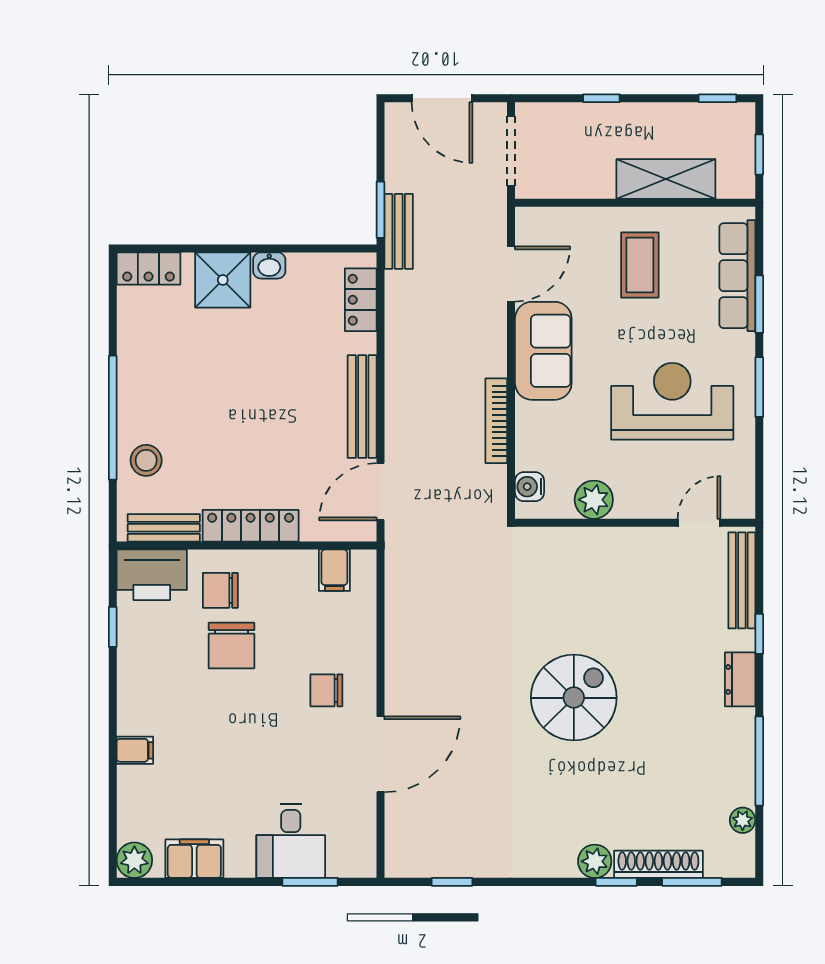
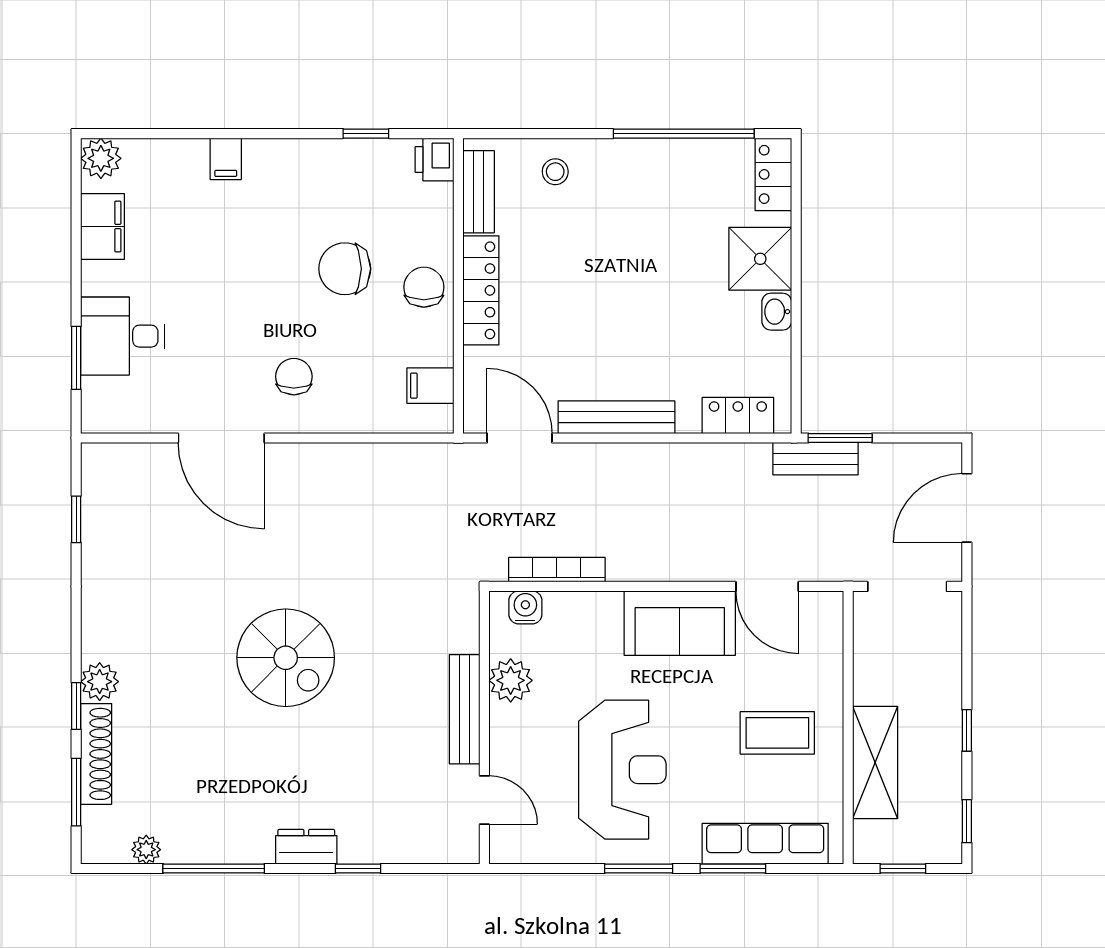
window: (601, 98) -> (967, 730), moved
window: (113, 418) -> (684, 134), moved
bookcase: (496, 421) -> (557, 570), moved
stool: (146, 460) -> (555, 172), width x0.73, depth x0.73
printer: (152, 575) -> (435, 159), width x0.53, depth x0.68
bench: (742, 580) -> (465, 709), moved, turned 90
chair: (220, 590) -> (424, 287), moved

